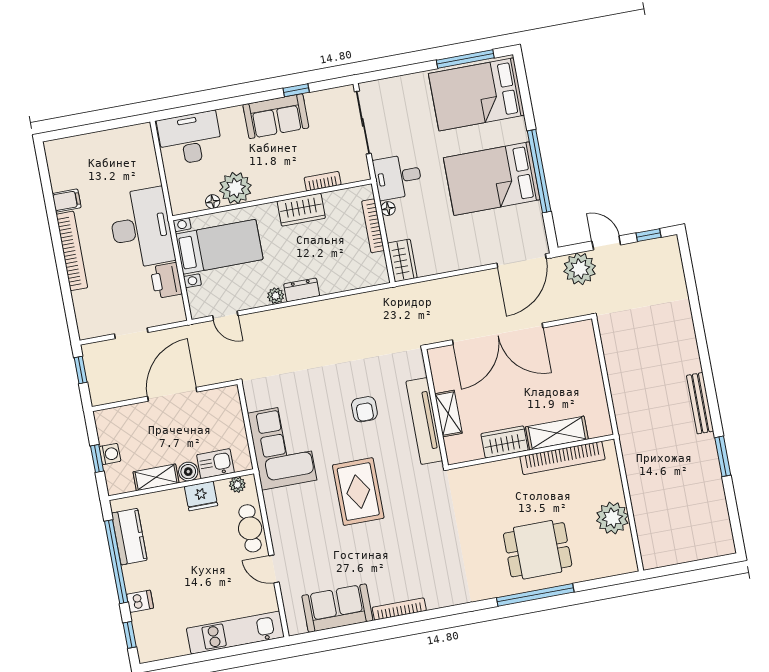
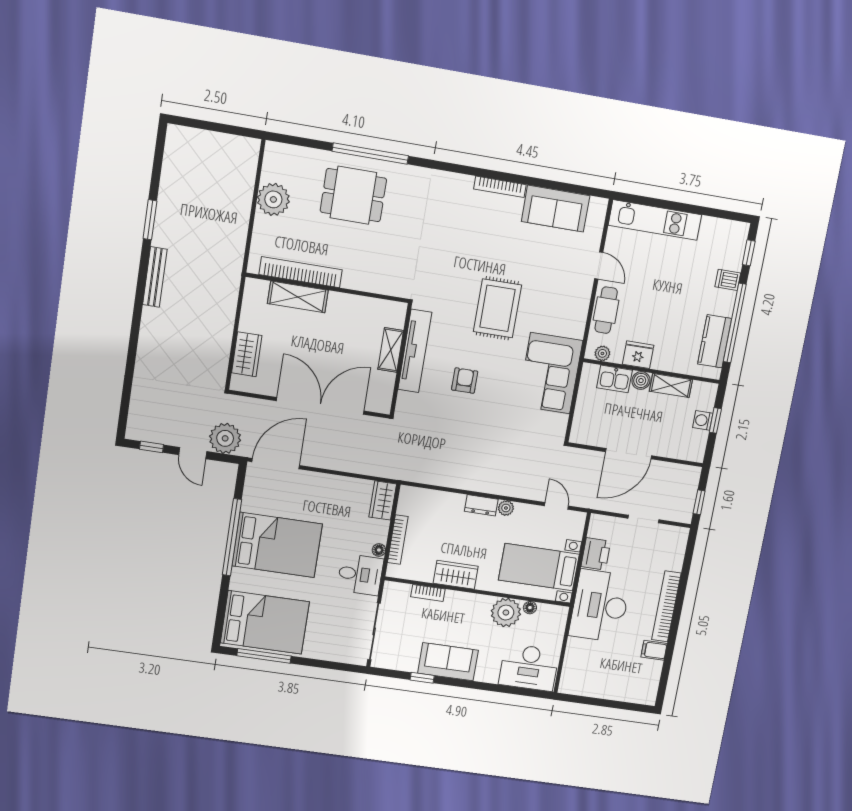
wardrobe: (505, 442) -> (247, 354), moved, turned -90

